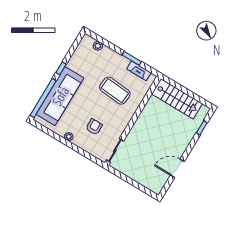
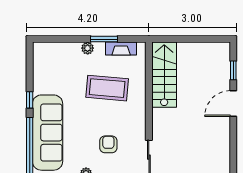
plant: (98, 46) -> (88, 48), moved
stairs: (177, 99) -> (164, 75), moved, turned -90
door: (177, 168) -> (233, 104), moved

